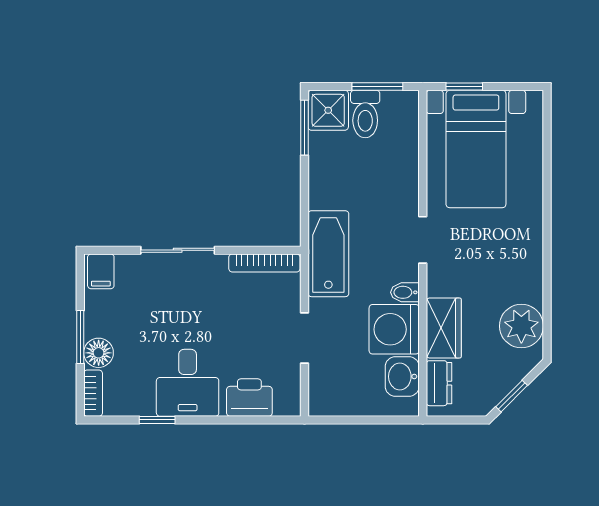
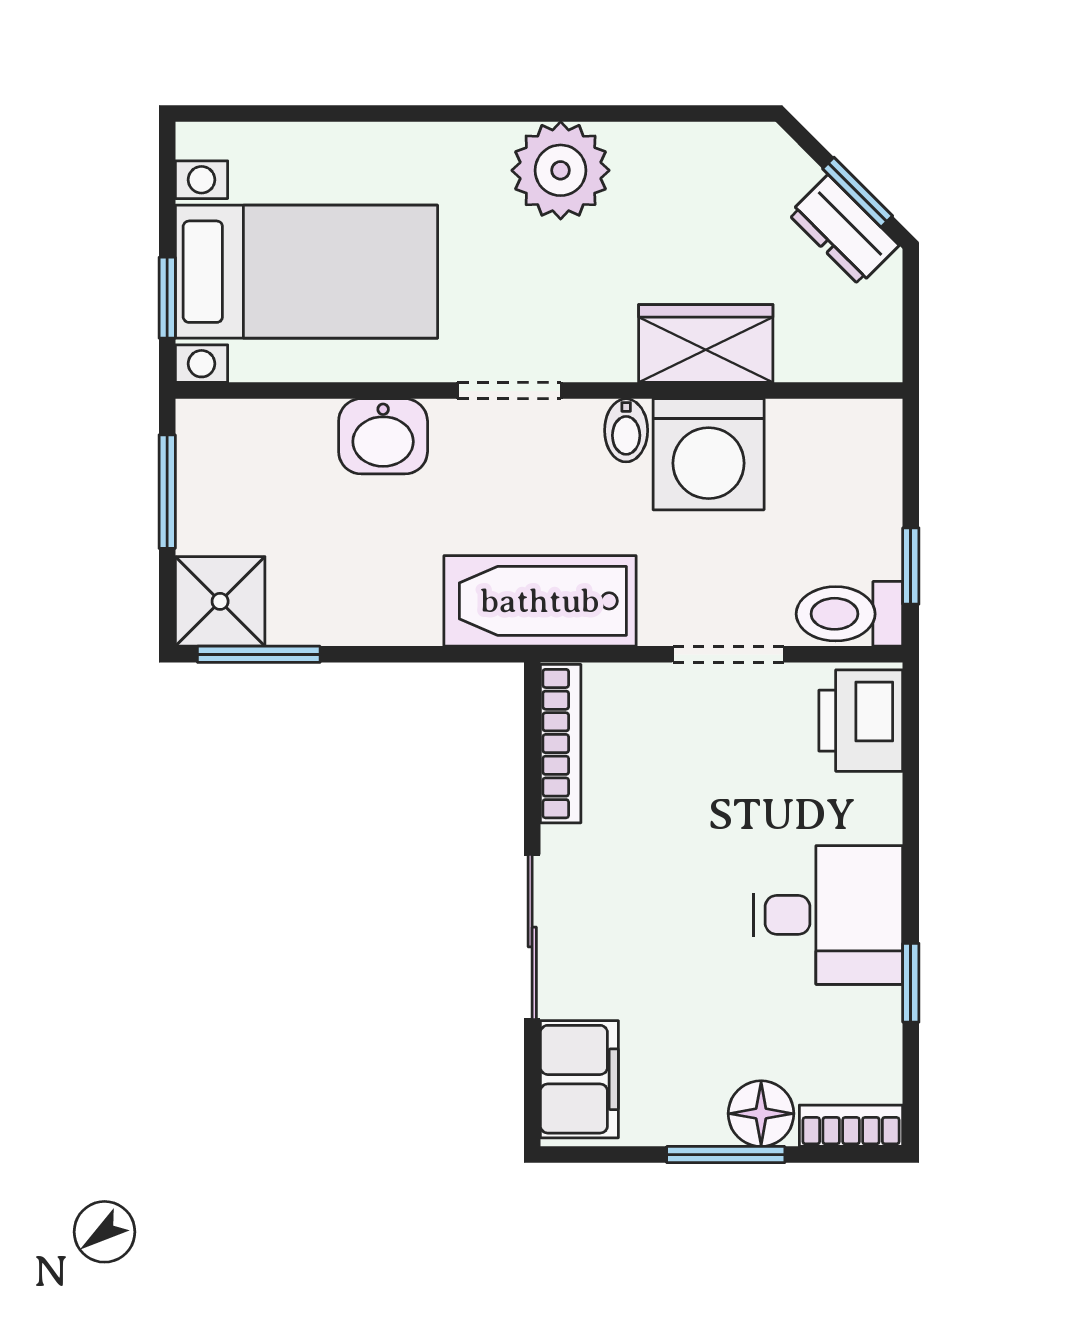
toilet: (365, 114) -> (849, 614), moved, turned 180
filing cabinet: (101, 271) -> (579, 1079), width x2.00
plant: (521, 326) -> (561, 170), moved
washbasin: (402, 377) -> (383, 436), moved
dresser: (439, 383) -> (844, 230), moved, turned -135
printer: (249, 398) -> (861, 721), moved
window: (344, 420) -> (911, 566), added

